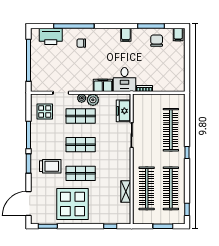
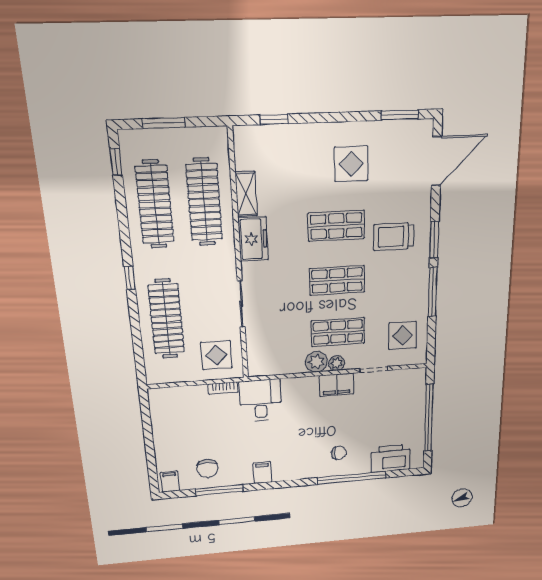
filing cabinet: (103, 85) -> (336, 385), moved
display table: (147, 108) -> (216, 355), added
freezer: (123, 111) -> (253, 239), moved
display table: (73, 204) -> (351, 164), width x0.54, depth x0.54

